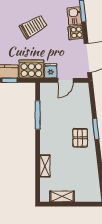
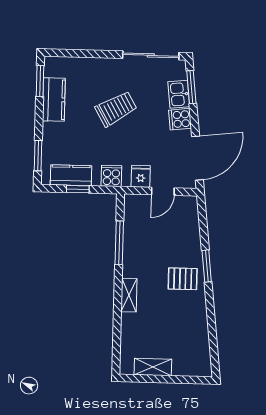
cooker: (31, 69) -> (111, 176), width x0.53, depth x0.76
pallet: (80, 138) -> (183, 279), turned 90
shelving: (45, 166) -> (129, 295), moved

